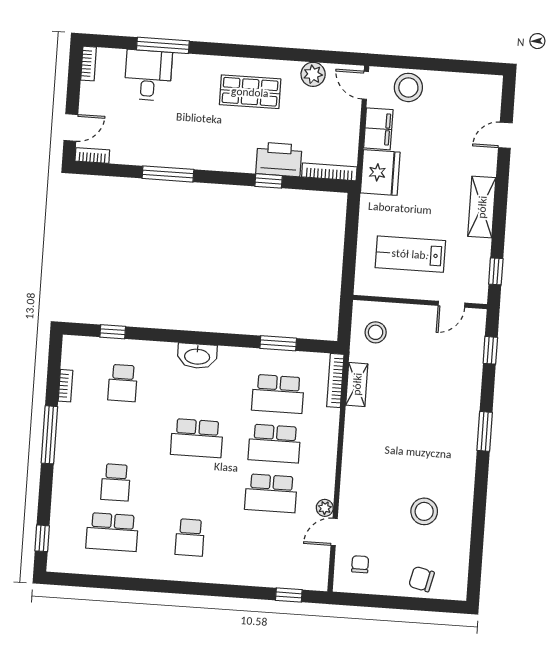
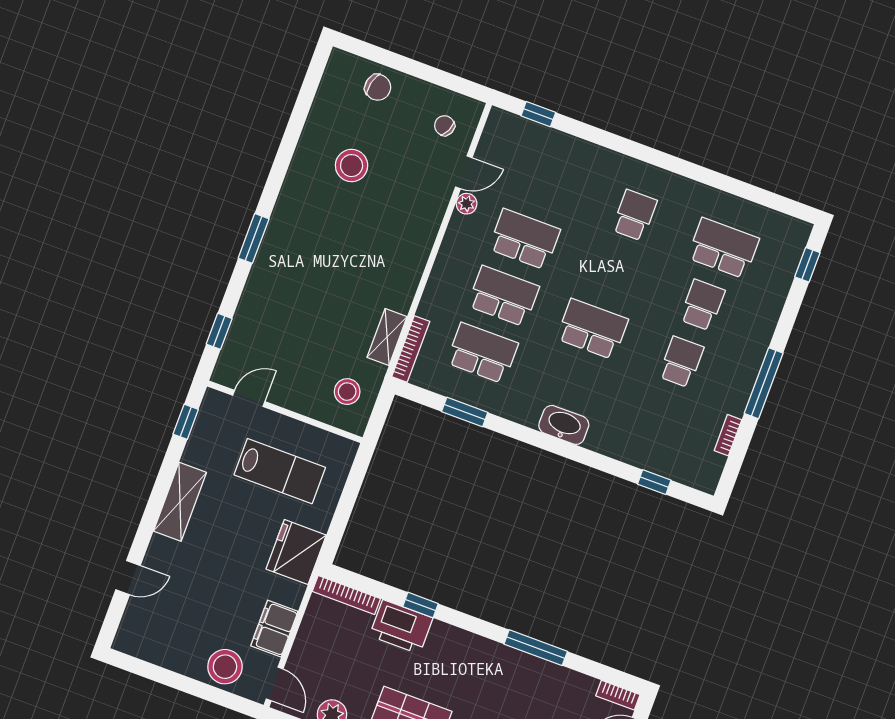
fridge: (380, 173) -> (296, 552), moved
school desk: (123, 383) -> (681, 362), moved
chair: (360, 564) -> (445, 126), turned 114

